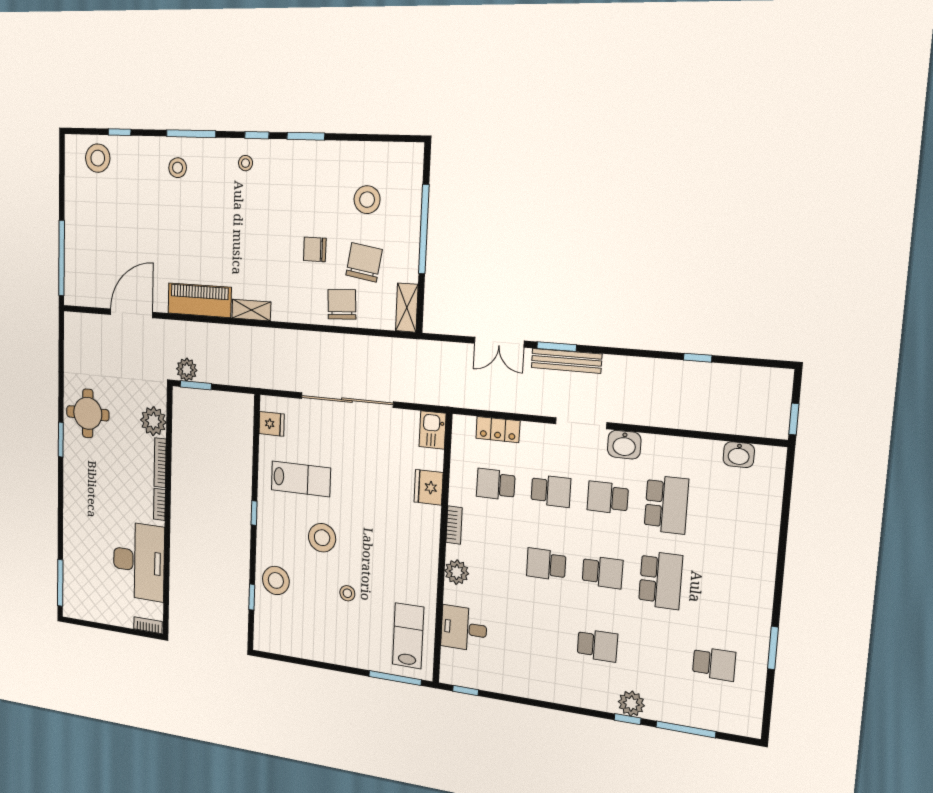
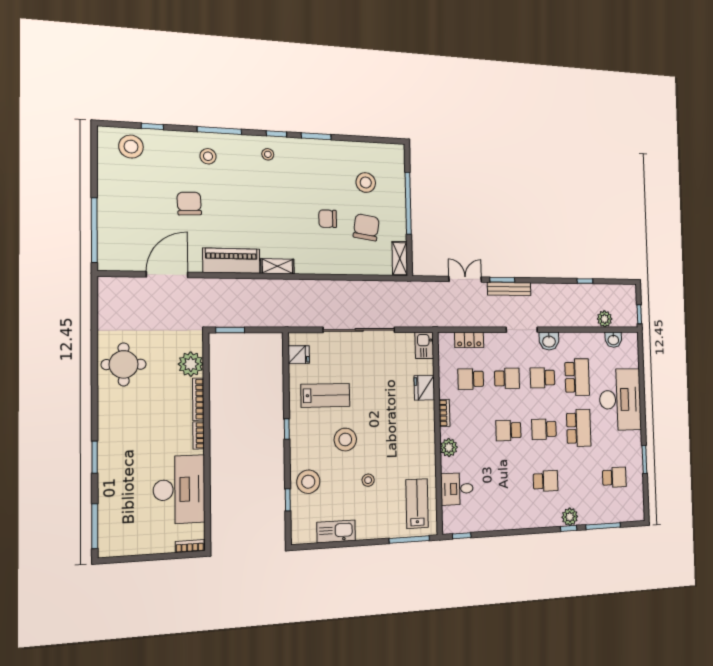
chair: (342, 304) -> (189, 204), moved
double door: (499, 342) -> (465, 279), swing flipped
plant: (187, 370) -> (605, 319), moved
window: (61, 440) -> (95, 457), moved
desk: (740, 549) -> (620, 400), added
school desk: (602, 572) -> (544, 429), turned 180
kitchen sink: (305, 647) -> (336, 531), added

